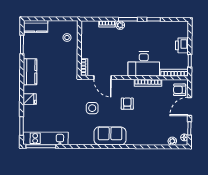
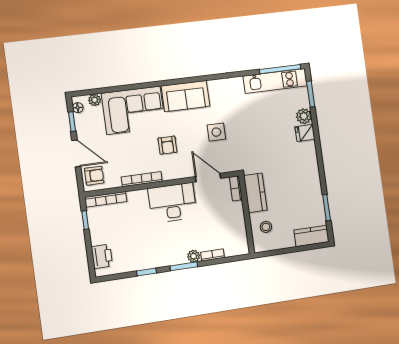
printer: (182, 45) -> (102, 256), moved
desk: (144, 64) -> (172, 203), moved
kitchen counter: (30, 72) -> (255, 193), moved, turned 180
door: (189, 107) -> (76, 153), hinge flipped
plant: (29, 111) -> (304, 116), added
corner sofa: (147, 131) -> (133, 110), added

